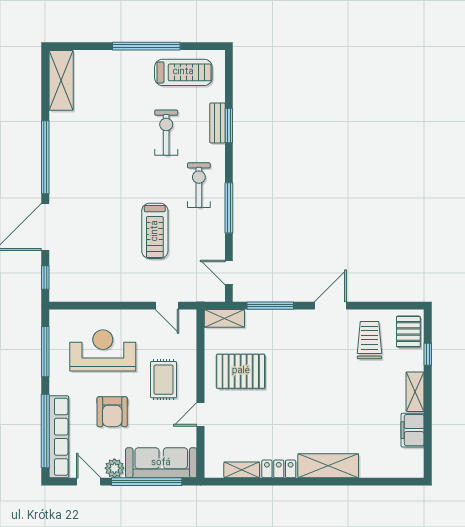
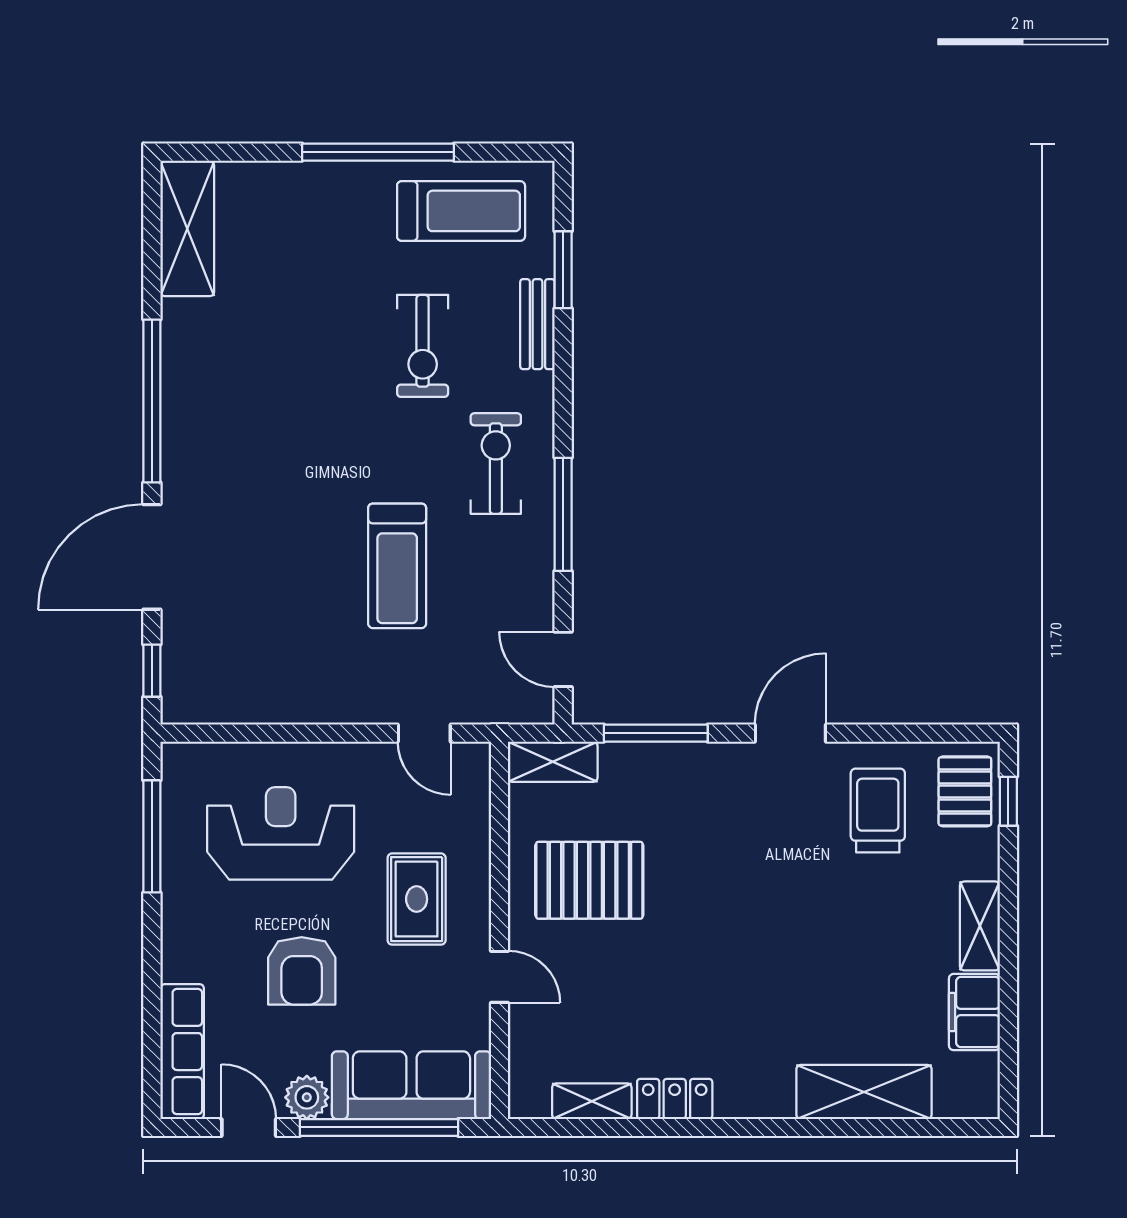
window: (229, 125) -> (563, 270), moved
exercise bike: (166, 133) -> (423, 346), turned 180
window: (428, 354) -> (1008, 801), moved
door: (201, 414) -> (500, 977), swing flipped
window: (45, 431) -> (152, 1014), removed
row of seats: (59, 437) -> (182, 1052), width x0.73
shelving: (328, 466) -> (864, 1092), moved

